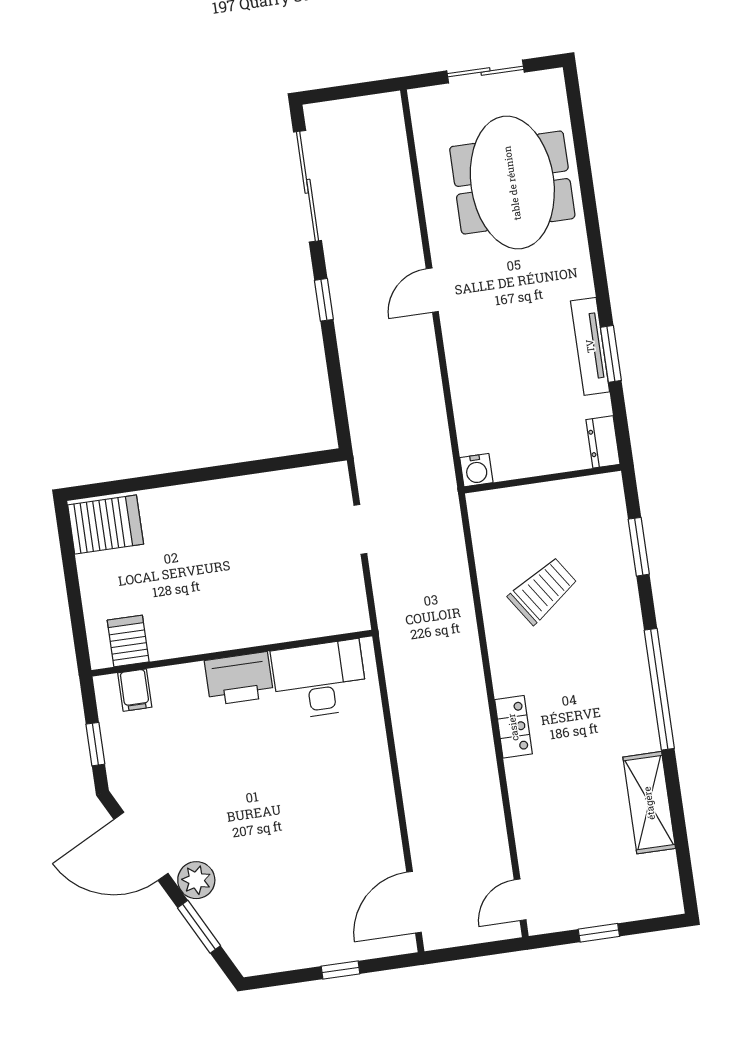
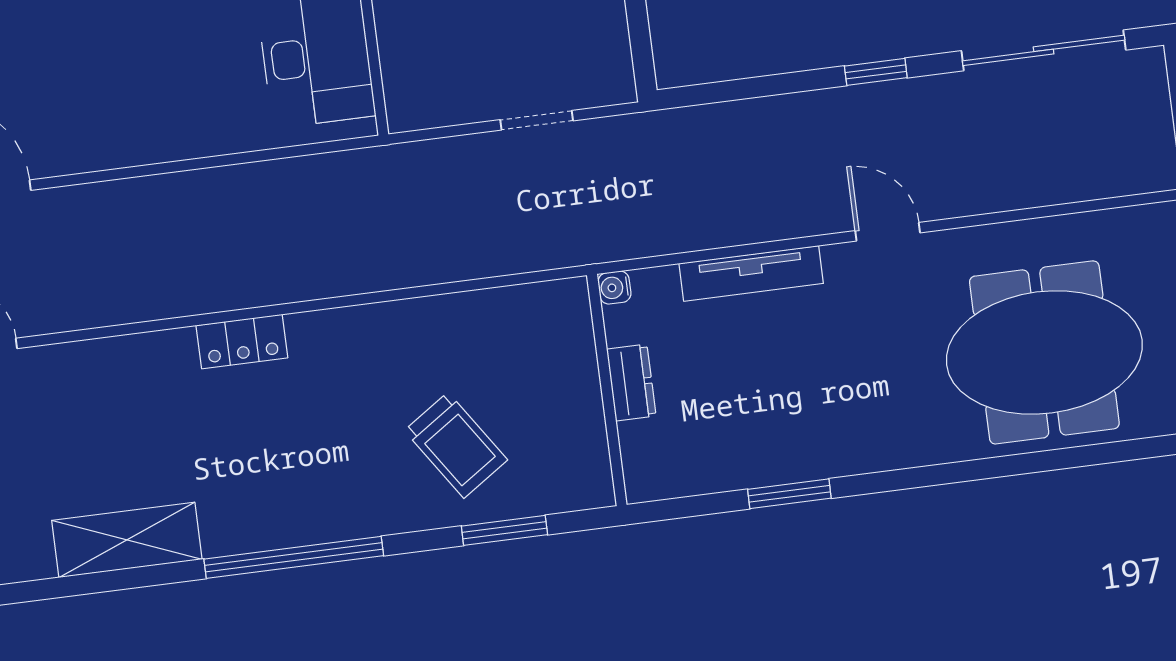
tv unit: (590, 346) -> (751, 273), moved, turned 180
dresser: (603, 442) -> (631, 383), moved, turned 90
water cooler: (476, 470) -> (614, 288), width x0.72, depth x0.72
trolley: (543, 591) -> (456, 445), moved

